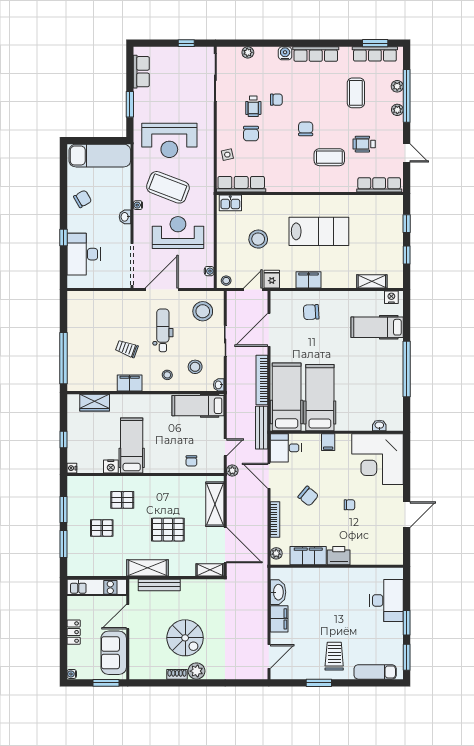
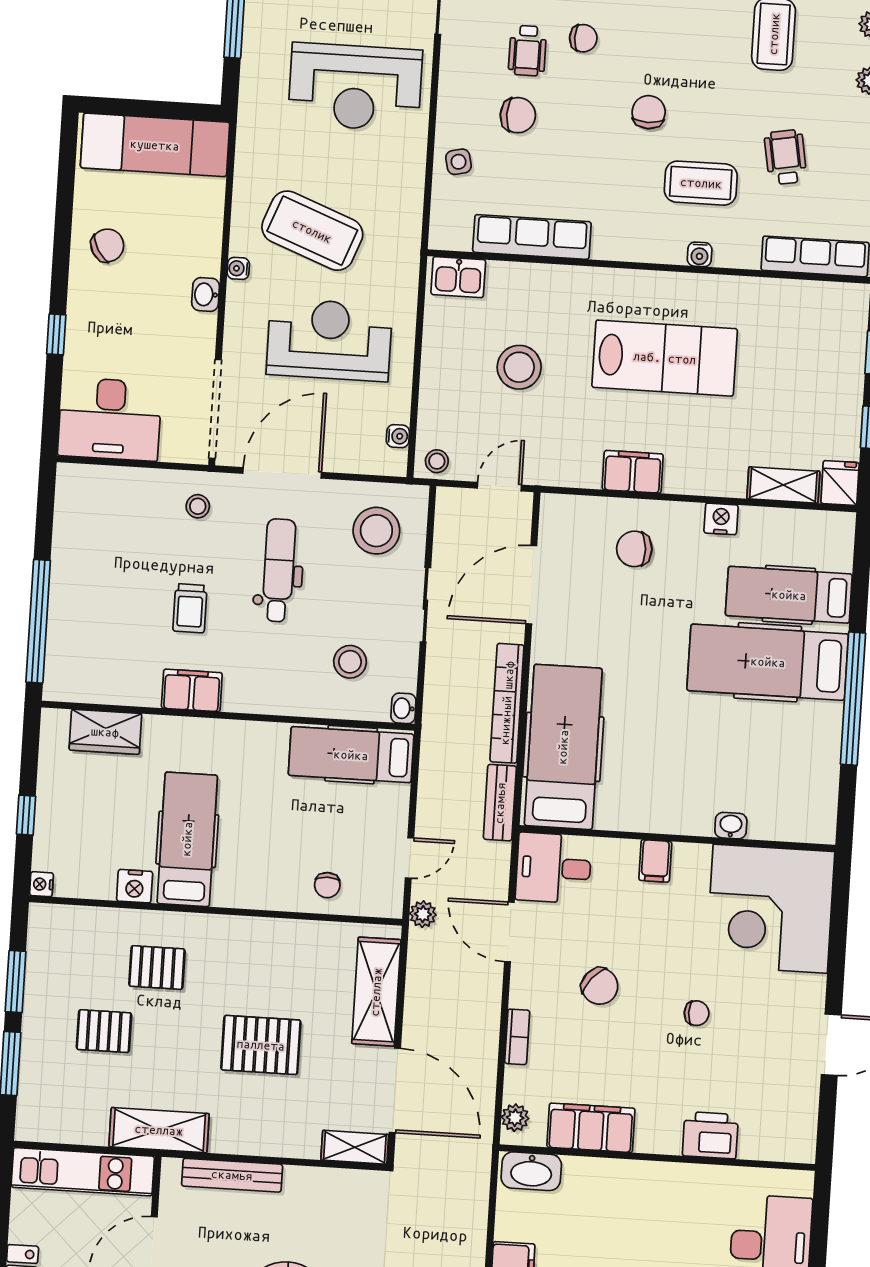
chair: (251, 134) -> (518, 115), turned -89
reception desk: (169, 140) -> (355, 87), moved
wheelchair: (364, 144) -> (786, 157), turned 80
row of seats: (241, 184) -> (532, 237), moved
water cooler: (331, 187) -> (700, 254), added
desk: (84, 254) -> (110, 419), moved, turned -90
fridge: (272, 279) -> (840, 483), moved
nightstand: (391, 297) -> (721, 519), moved
trolley: (127, 349) -> (190, 608), turned -110
stool: (167, 375) -> (198, 506), moved
hospital bed: (320, 398) -> (768, 662), moved, turned -90
washbasin: (379, 425) -> (731, 826), moved
bench: (262, 428) -> (500, 803), width x0.73
bookcase: (275, 519) -> (517, 1037), width x0.64
printer: (339, 556) -> (710, 1135), moved
shelving: (147, 568) -> (159, 1130), moved
washbasin: (278, 592) -> (531, 1171), moved, turned 90

